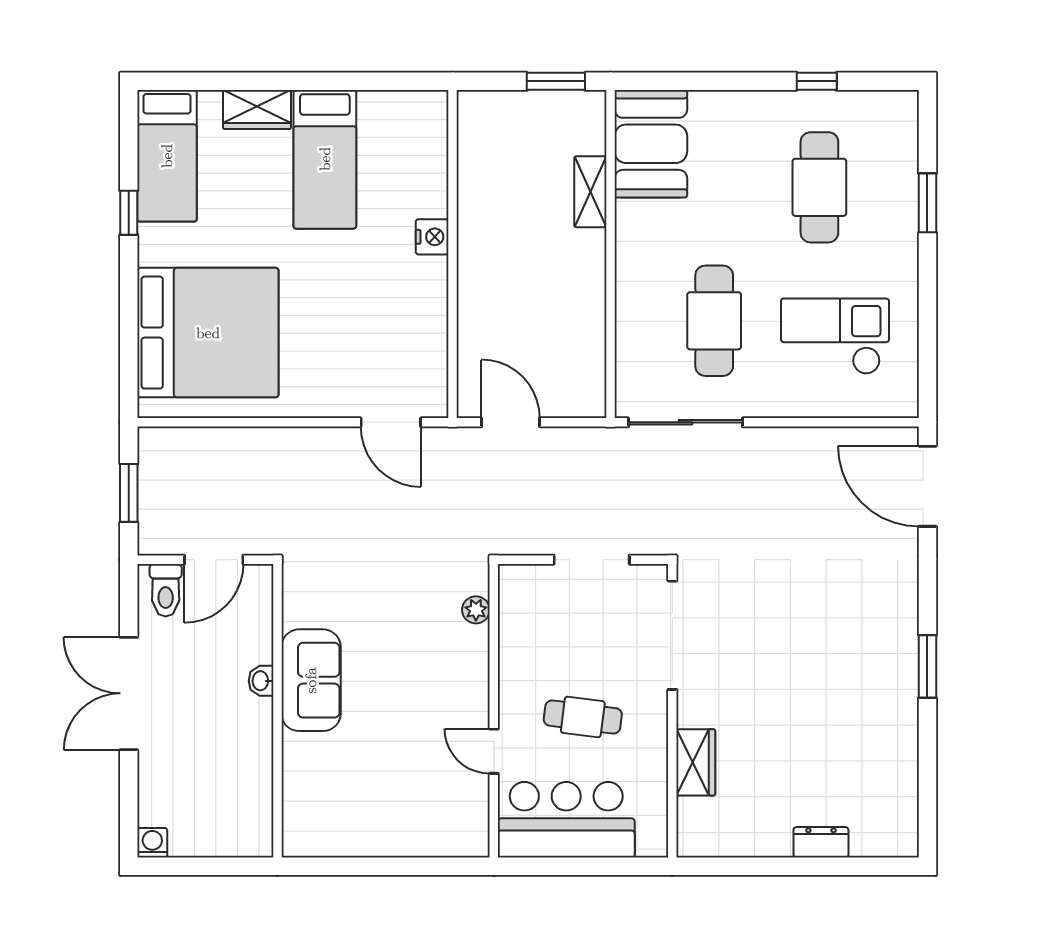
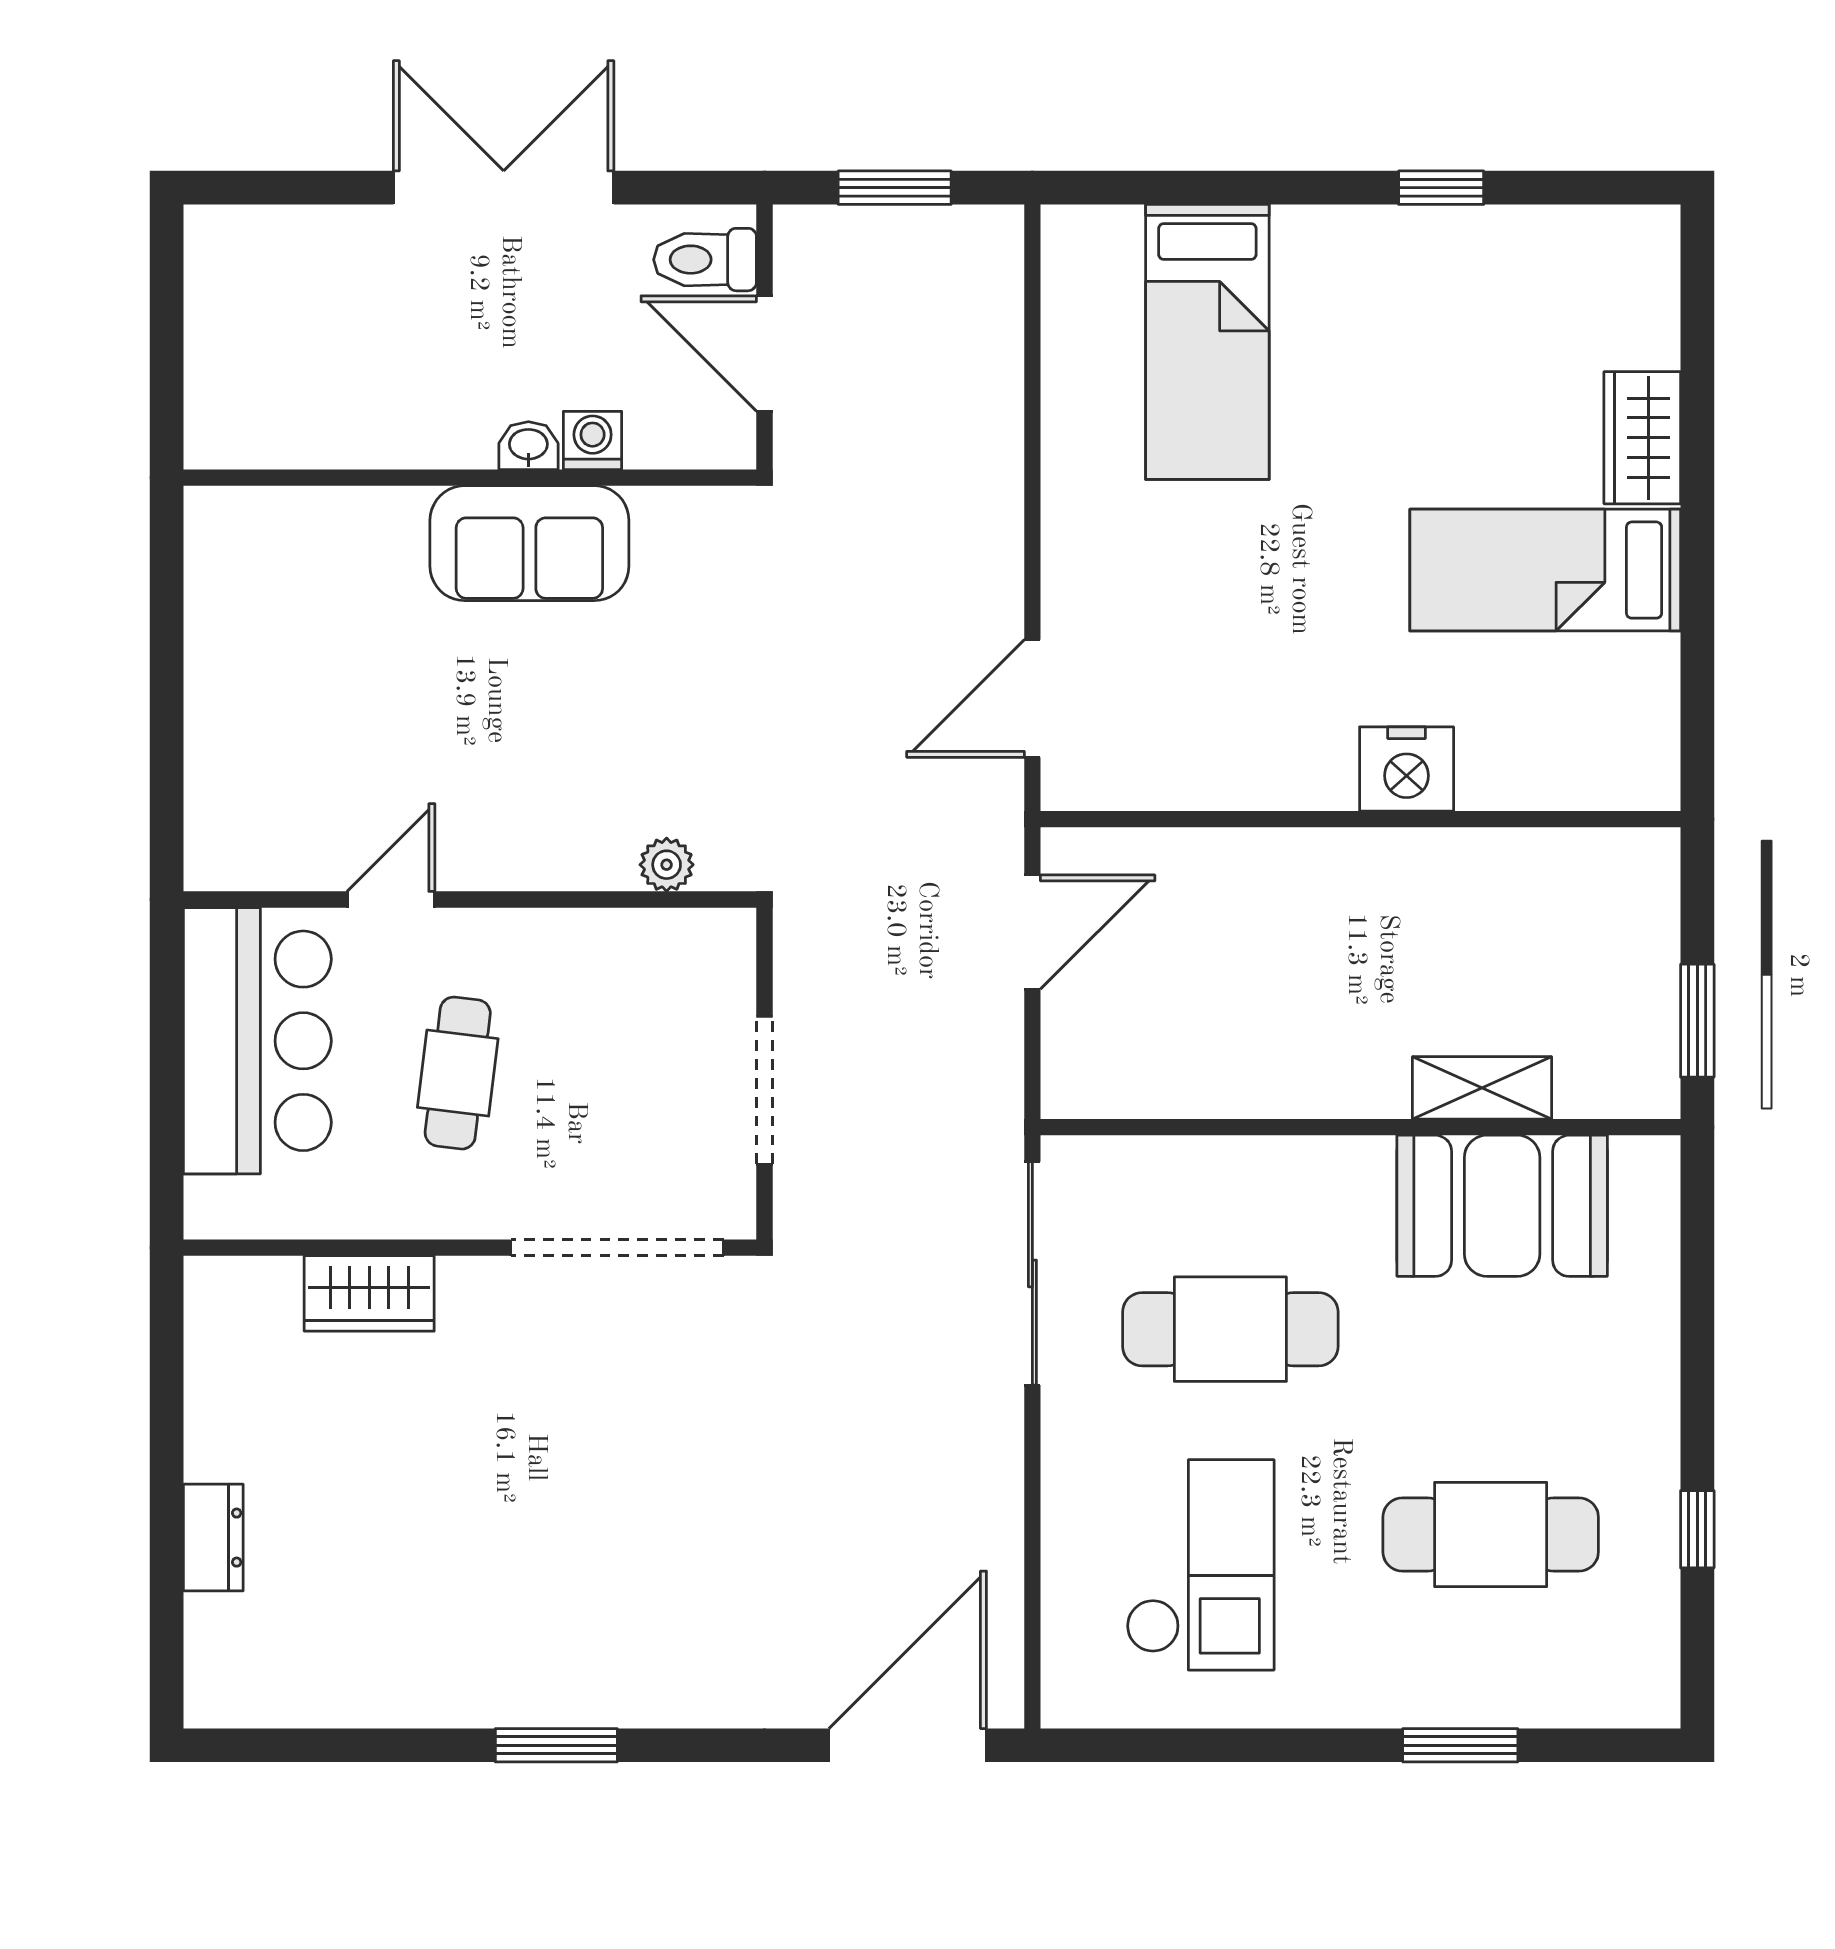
booth: (651, 144) -> (1502, 1206), moved
bed: (167, 156) -> (1552, 262), removed
nightstand: (432, 237) -> (1407, 769), width x1.36, depth x1.33
bed: (208, 333) -> (1207, 342), width x0.49
washing machine: (152, 843) -> (593, 440), moved, turned -90

